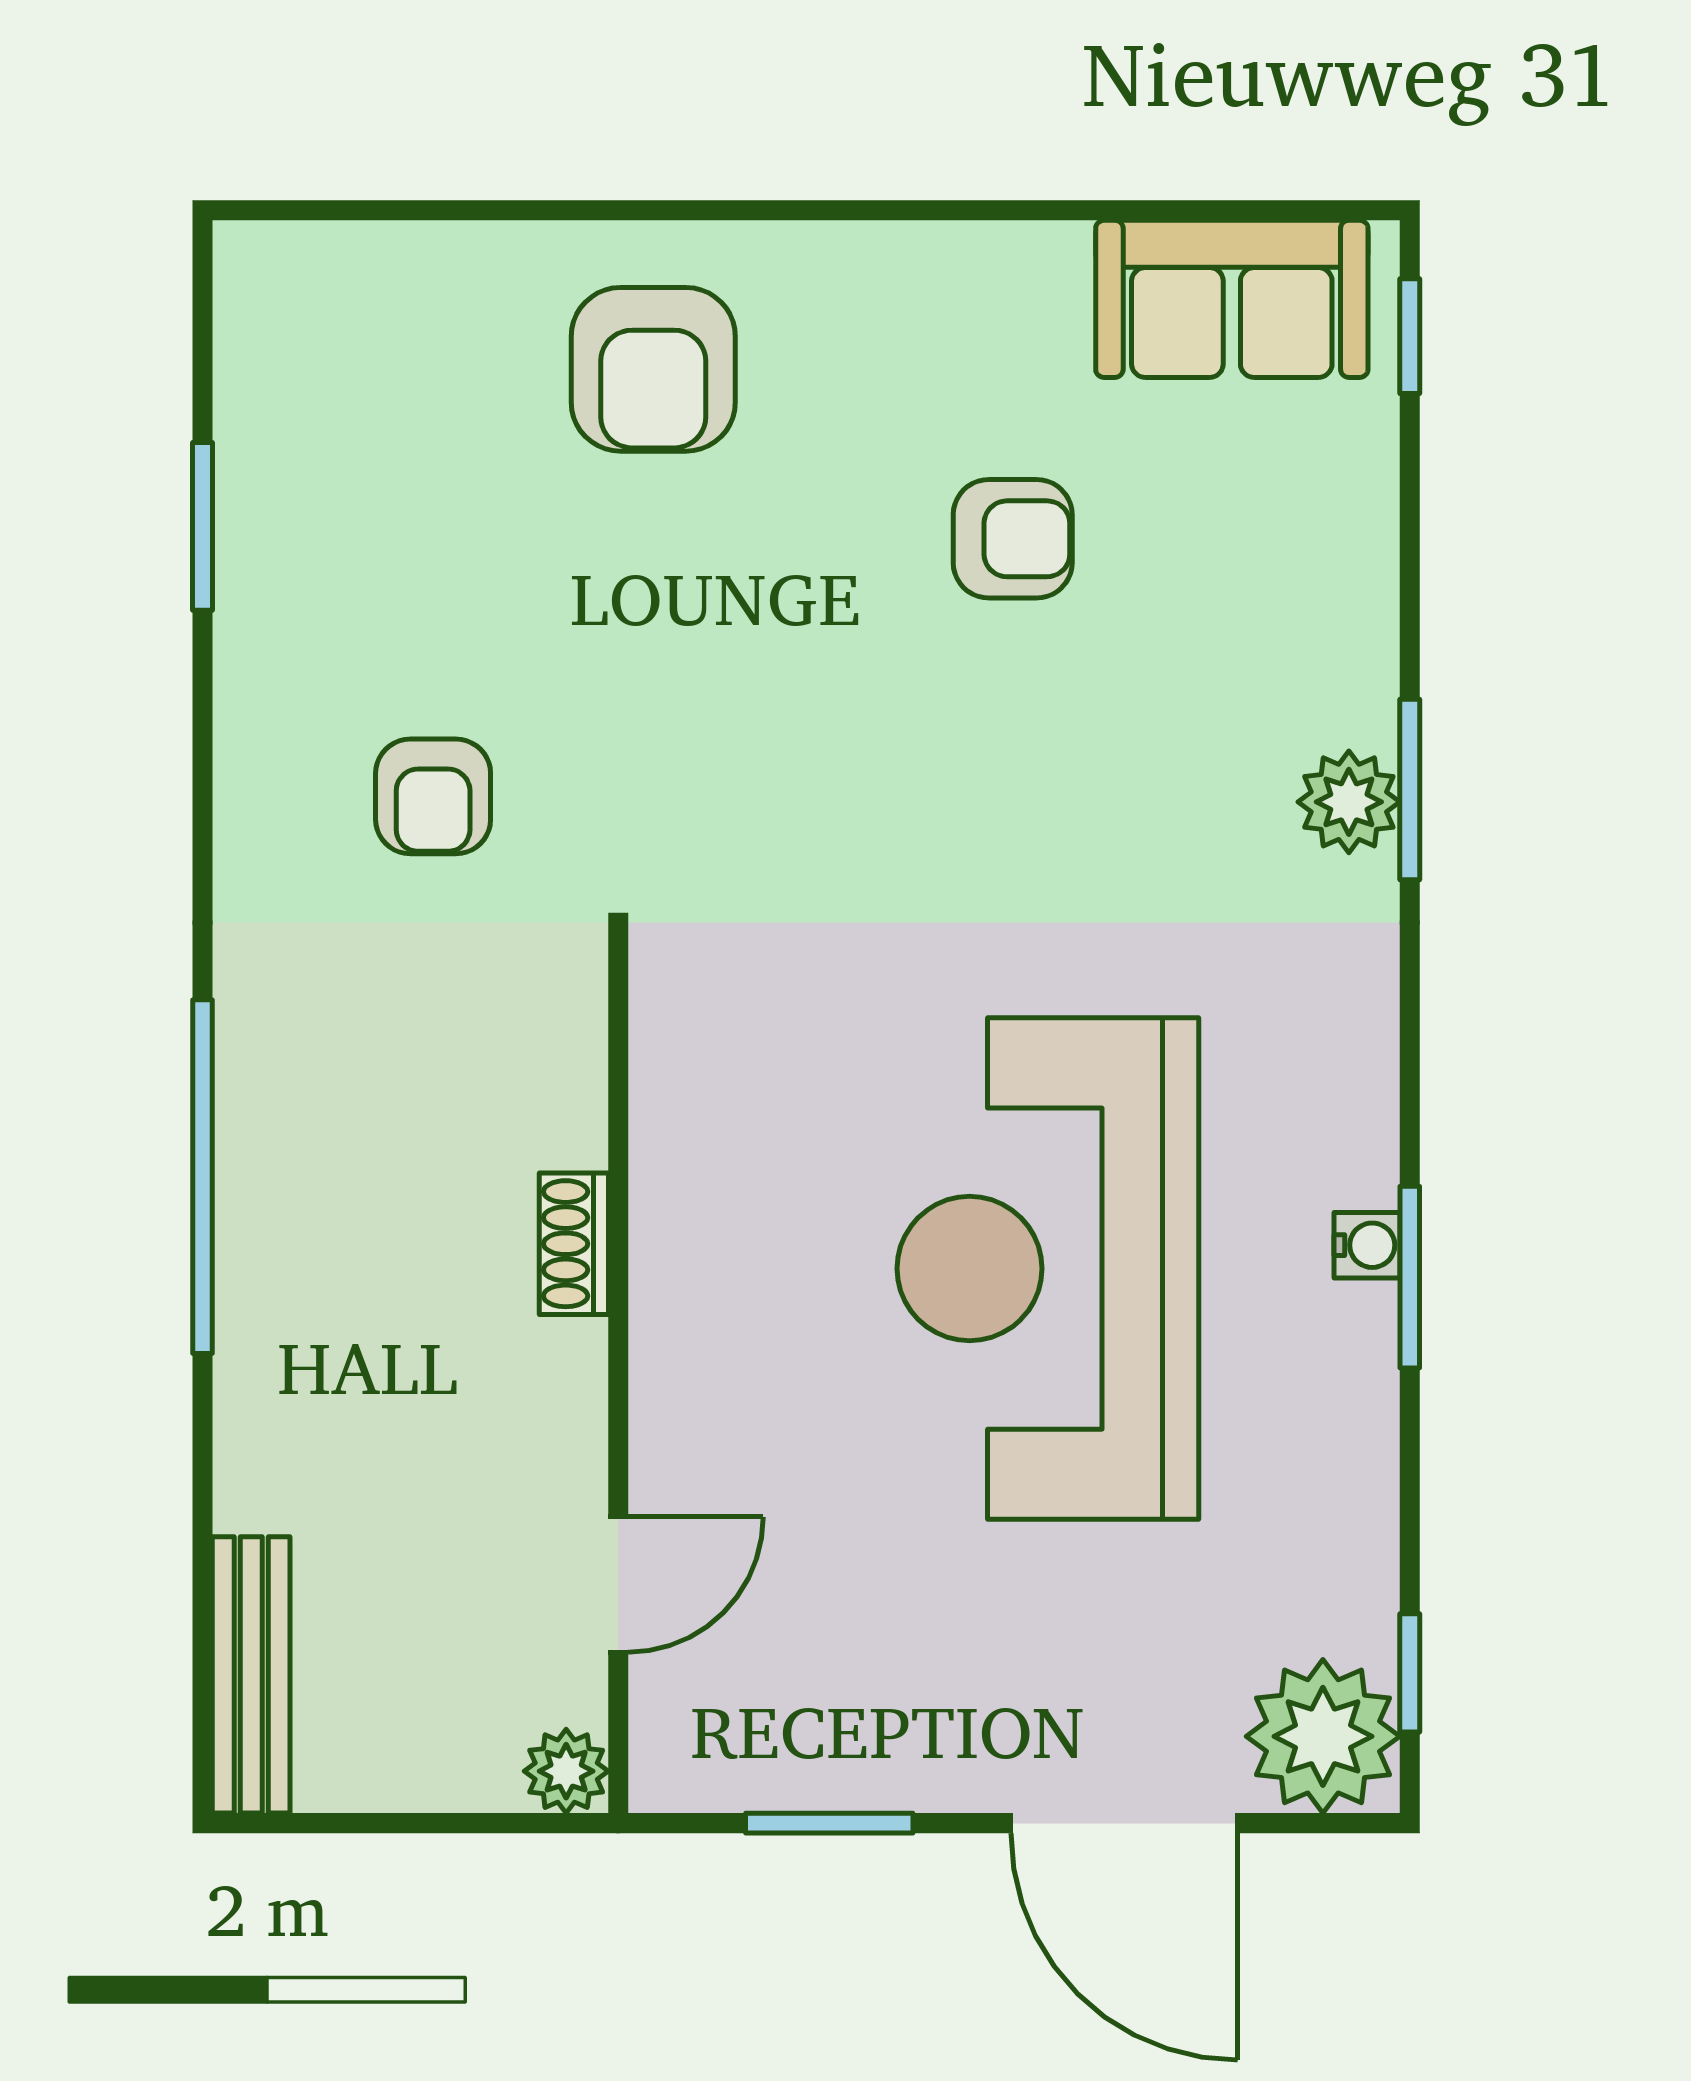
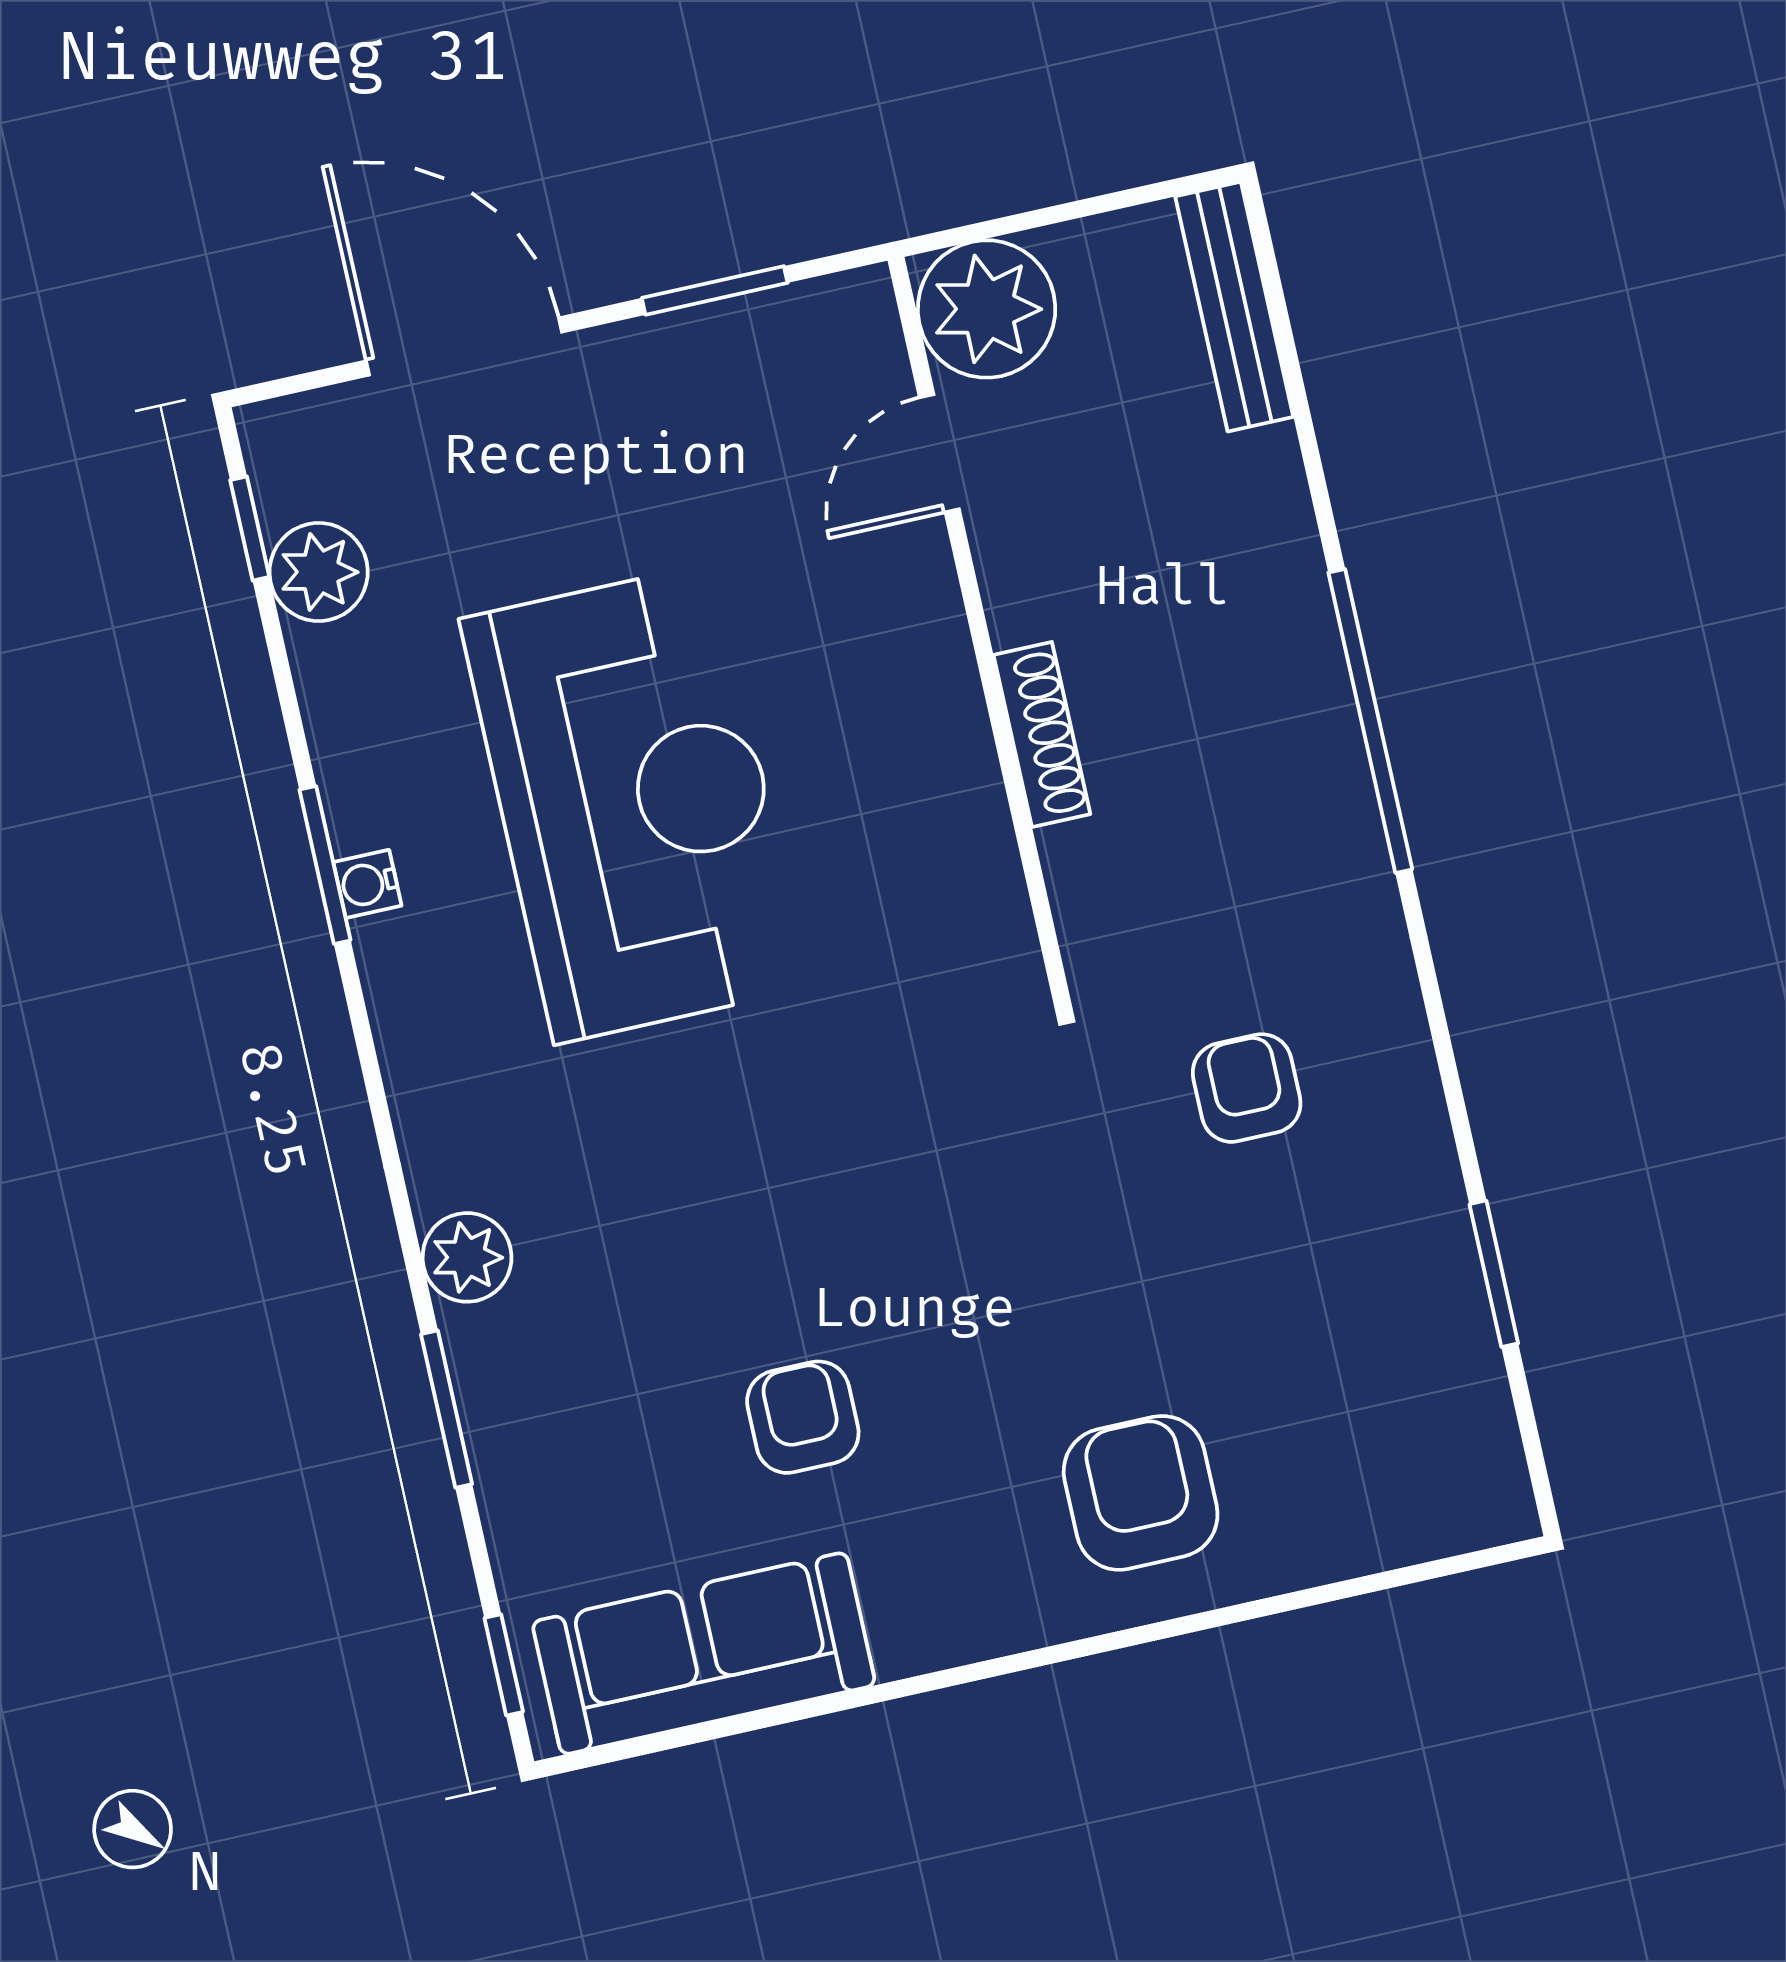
sofa: (1232, 299) -> (704, 1653), width x1.36
armchair: (1013, 539) -> (803, 1417), turned 90
window: (1410, 790) -> (447, 1409), moved
shoe rack: (574, 1244) -> (1042, 734), width x1.43
plant: (1323, 1736) -> (319, 572), moved, width x0.73, depth x0.73
plant: (566, 1771) -> (987, 309), width x1.88, depth x1.88

